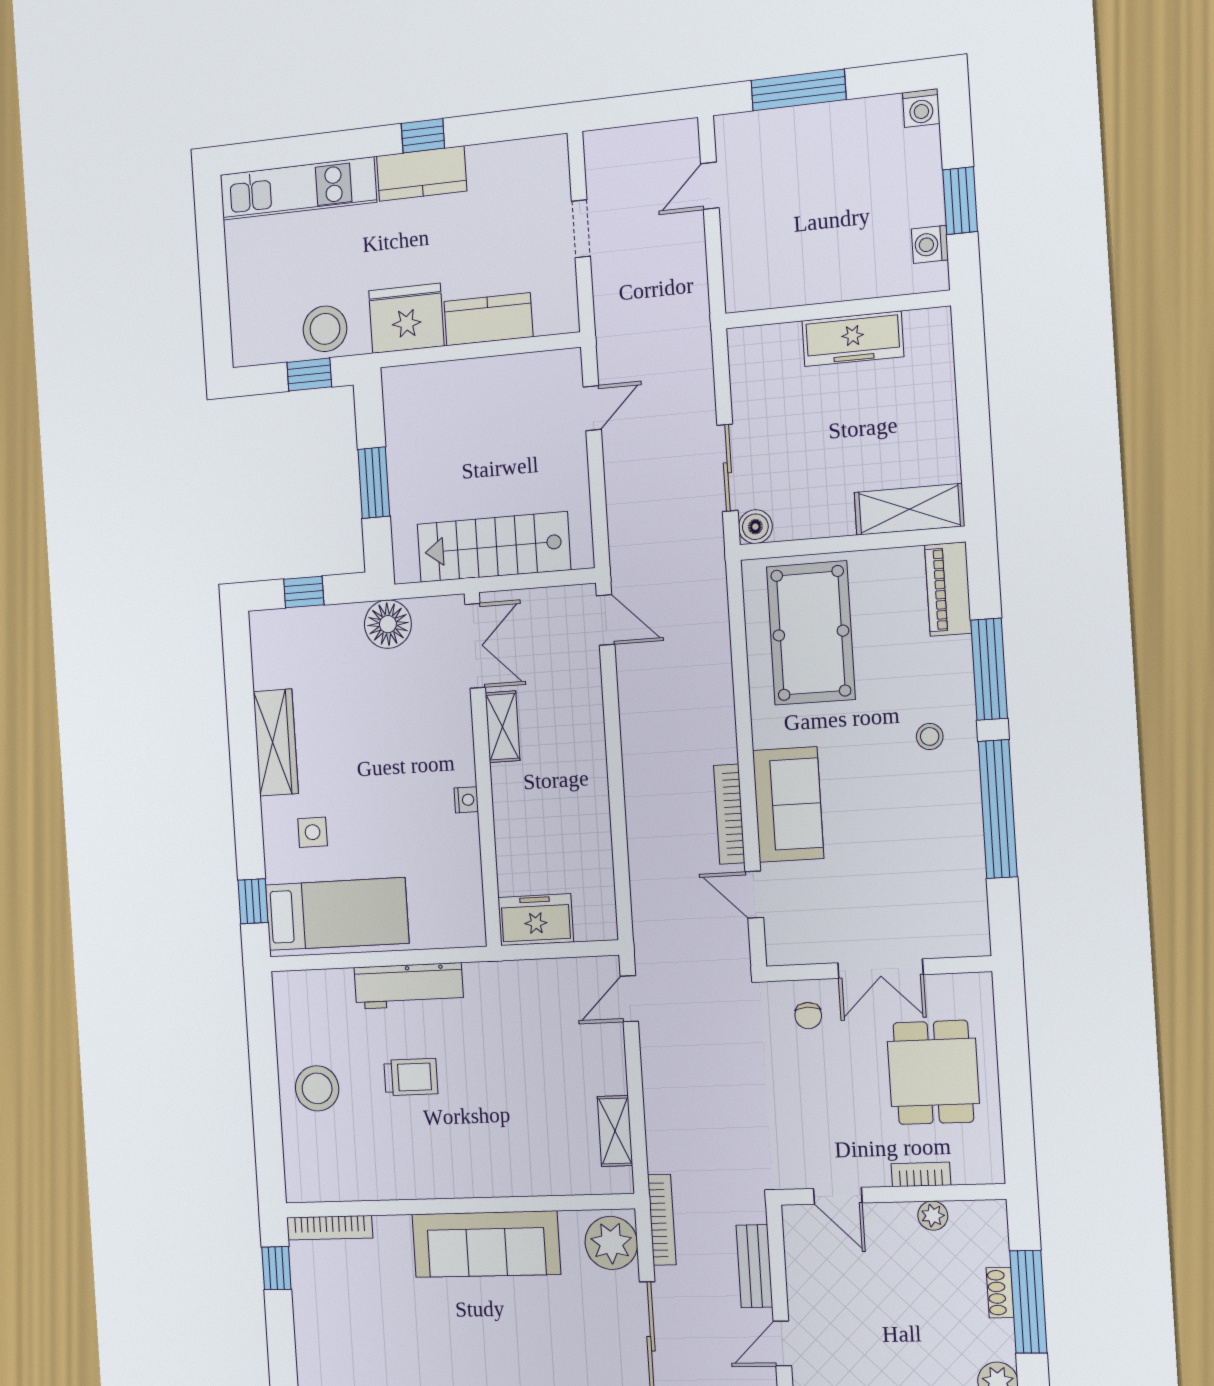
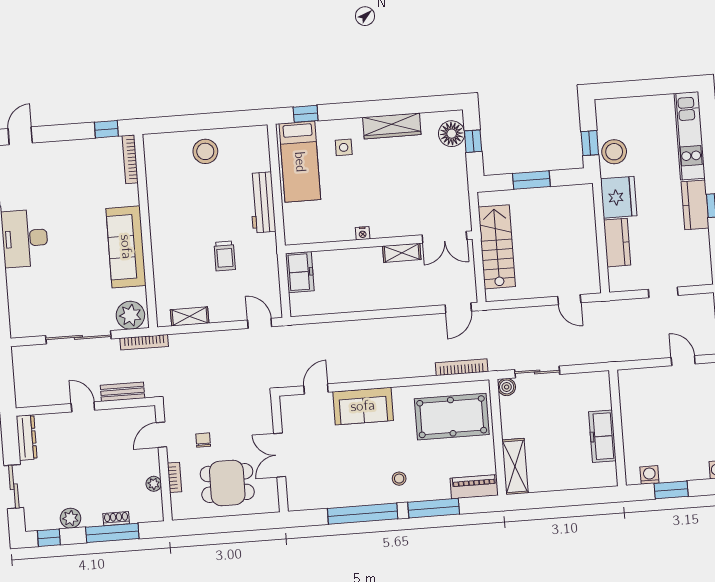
floor lamp: (388, 624) -> (452, 134), moved
bookcase: (729, 814) -> (462, 367), moved
chair: (808, 1016) -> (203, 440), moved, turned 90
trolley: (411, 1077) -> (225, 256), moved

